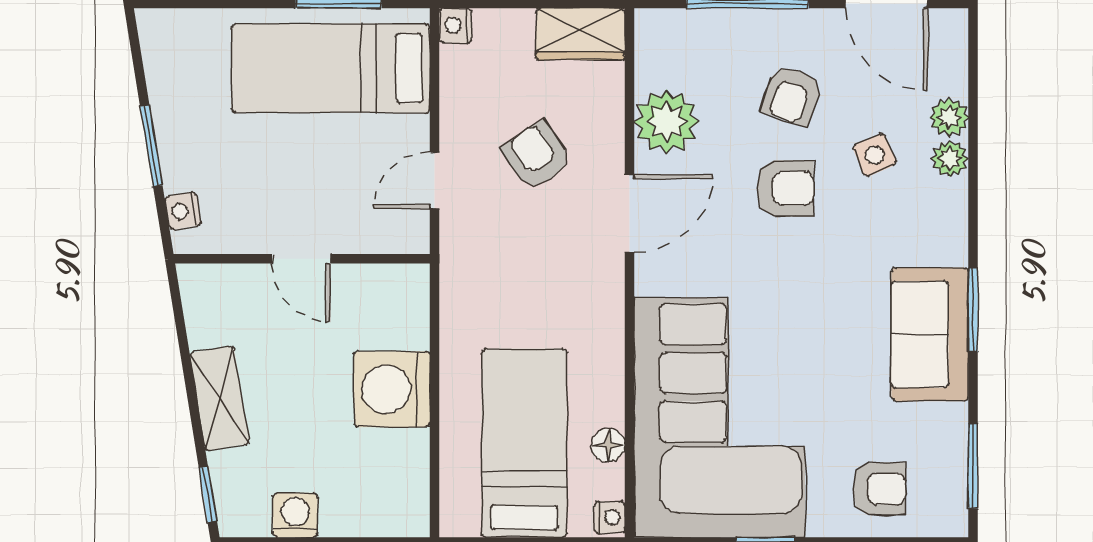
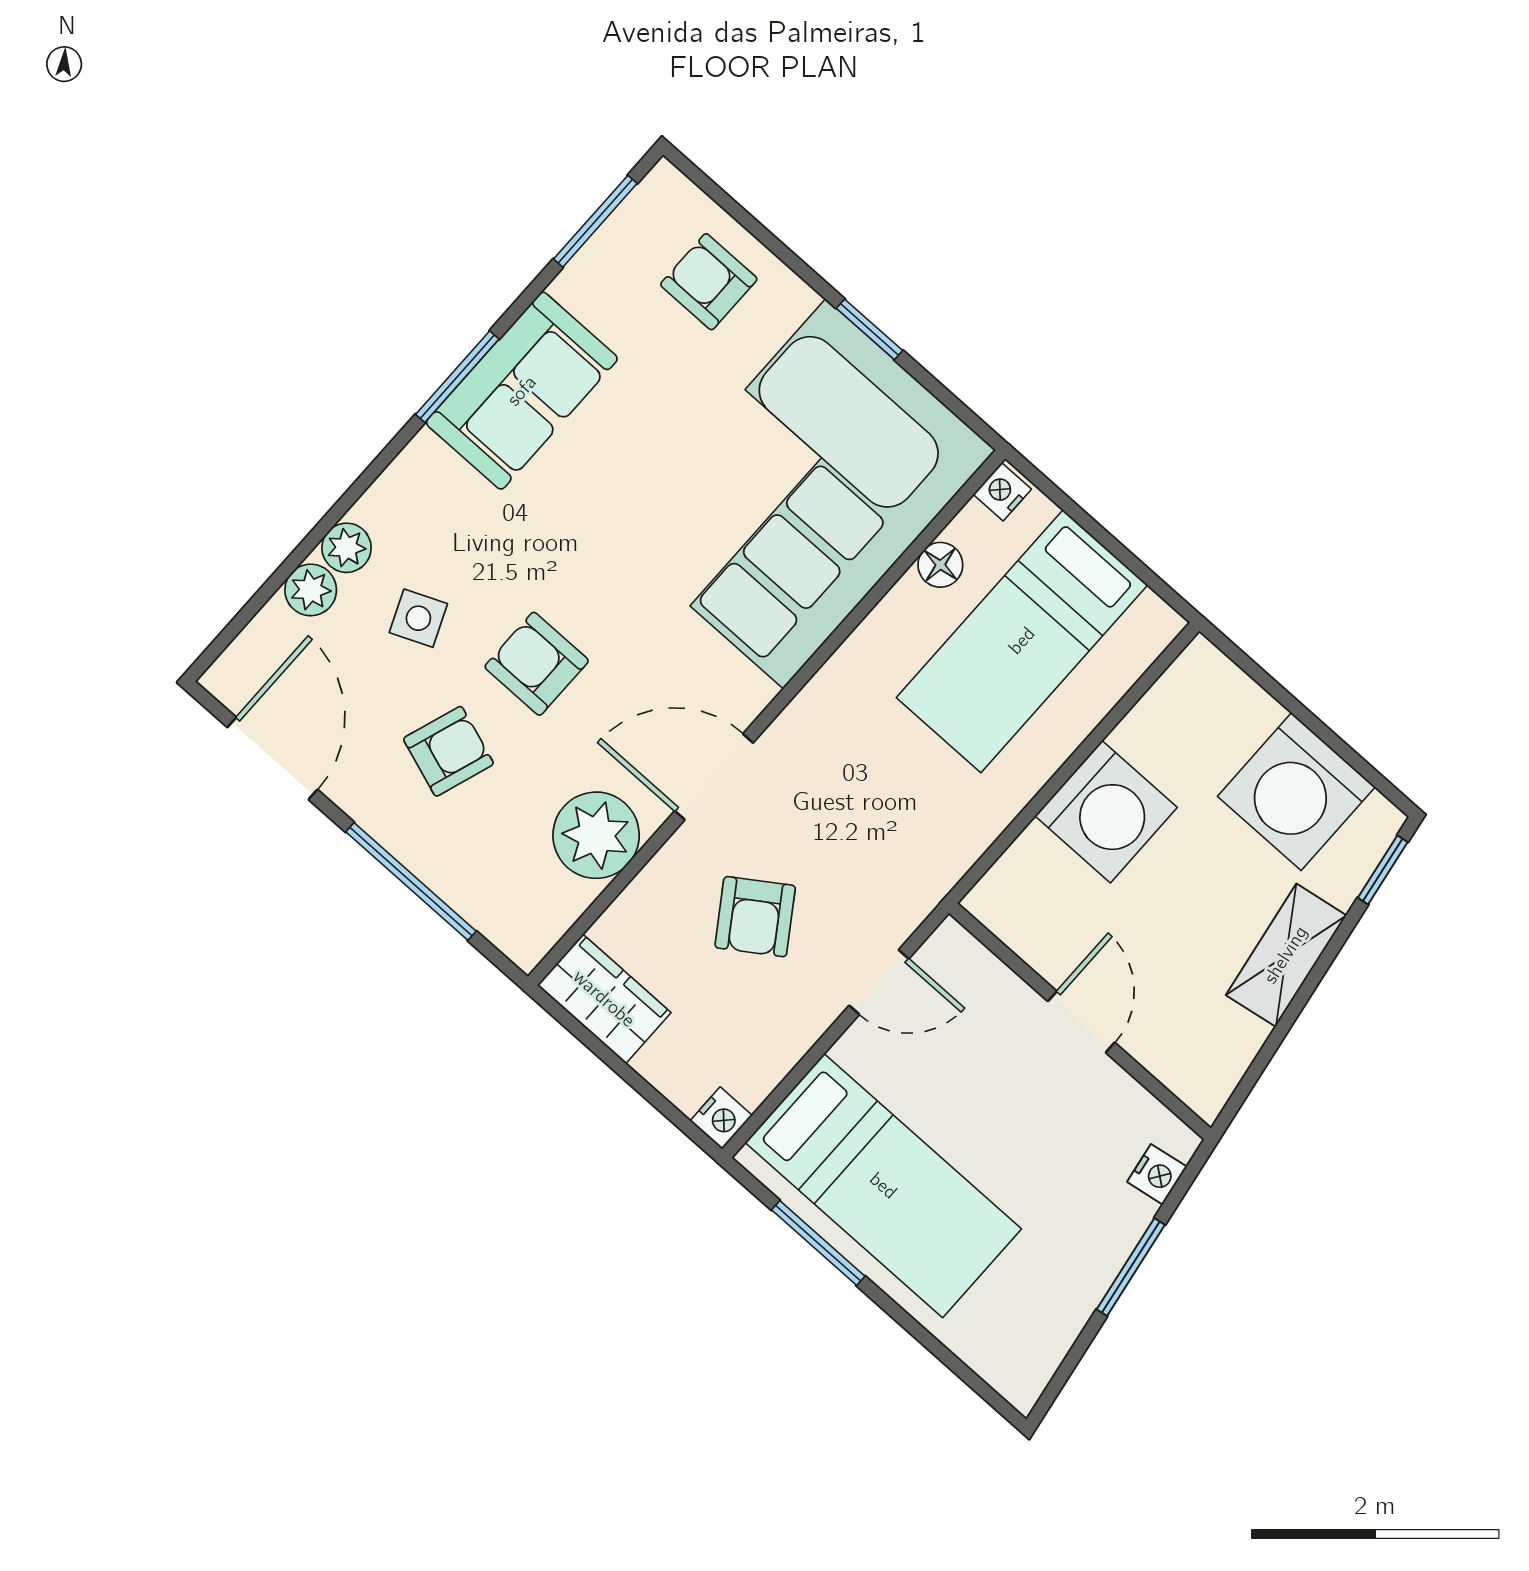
washing machine: (295, 515) -> (1296, 792), width x1.89, depth x1.89

